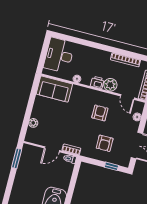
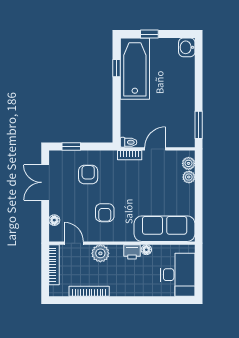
printer: (97, 82) -> (132, 252), moved
sofa: (54, 89) -> (165, 229), width x1.36
plant: (31, 133) -> (188, 163), added

